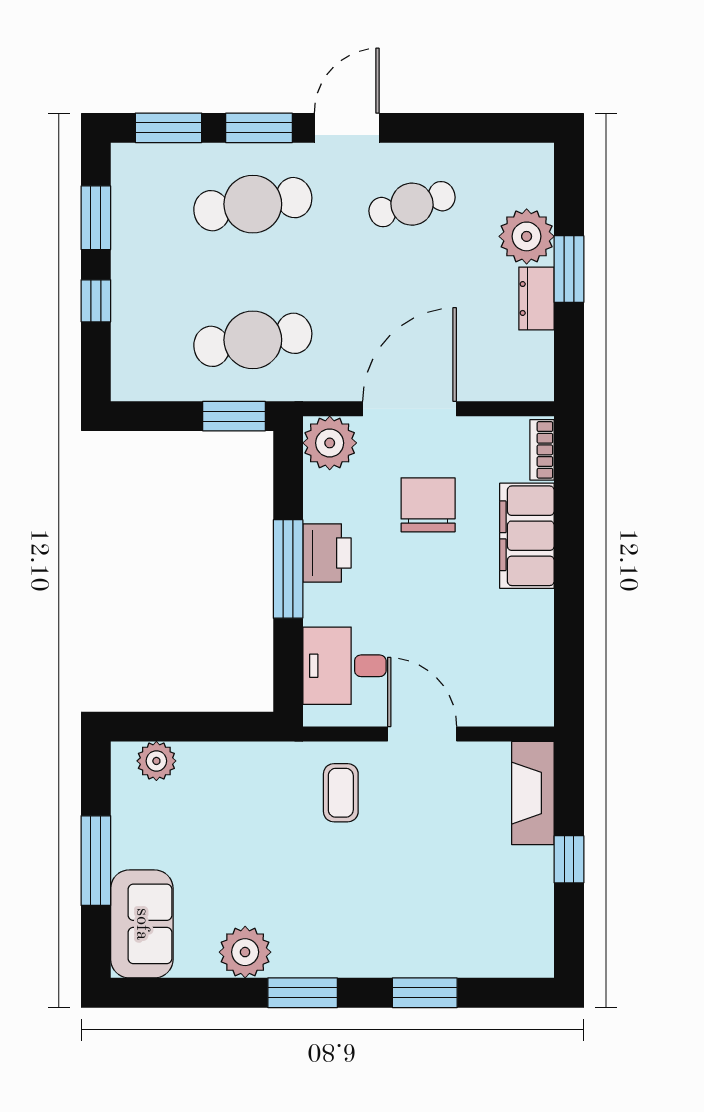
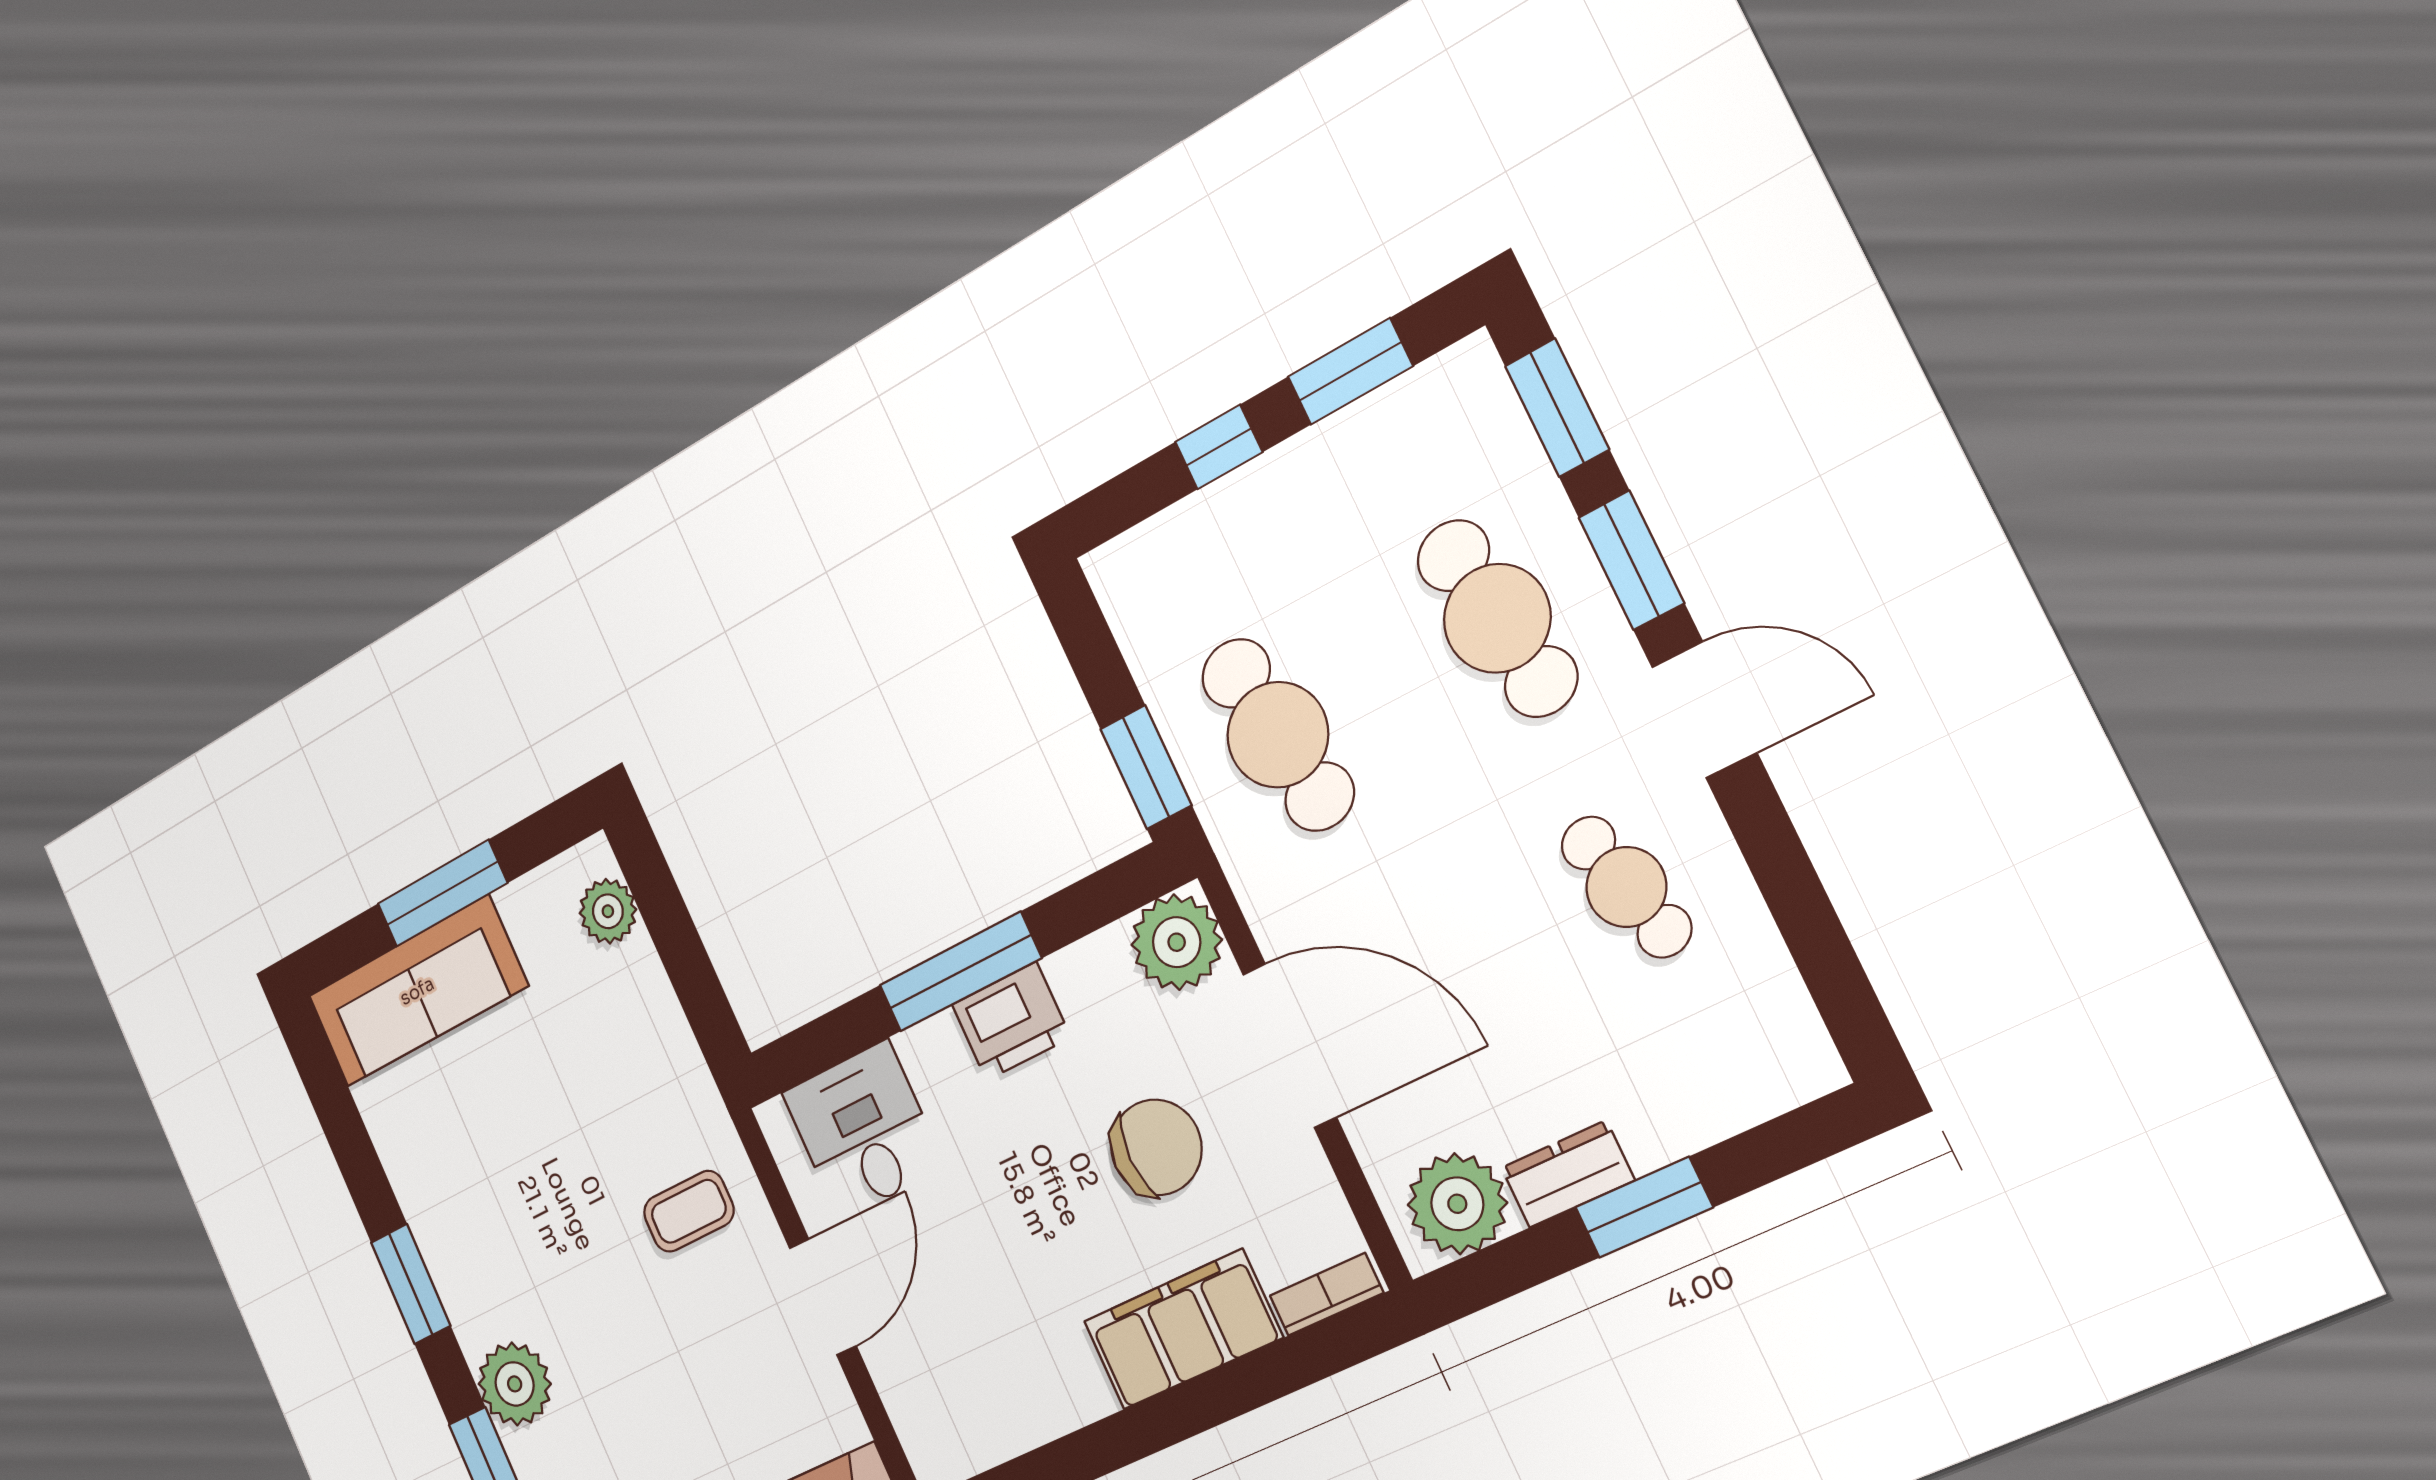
plant: (527, 236) -> (1457, 1204), moved
sofa: (142, 924) -> (417, 991), width x1.36
plant: (245, 952) -> (515, 1384), moved

